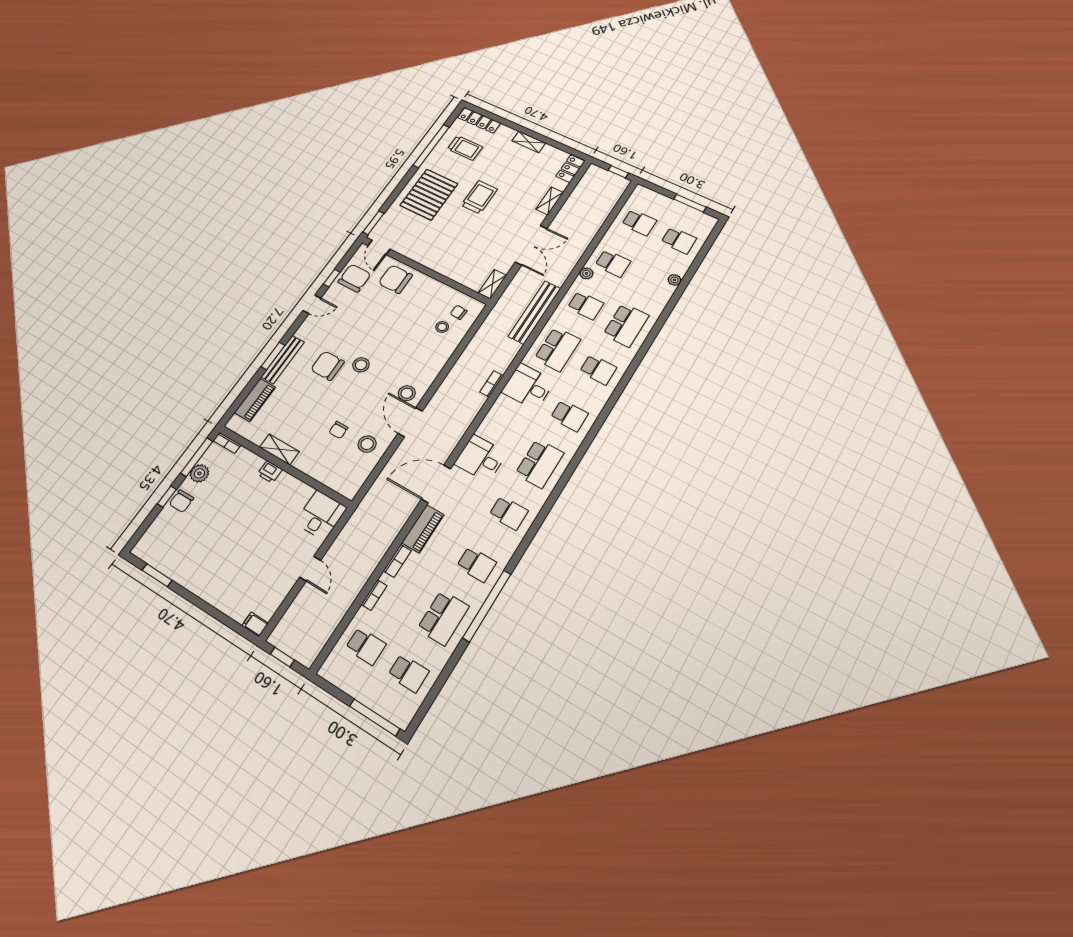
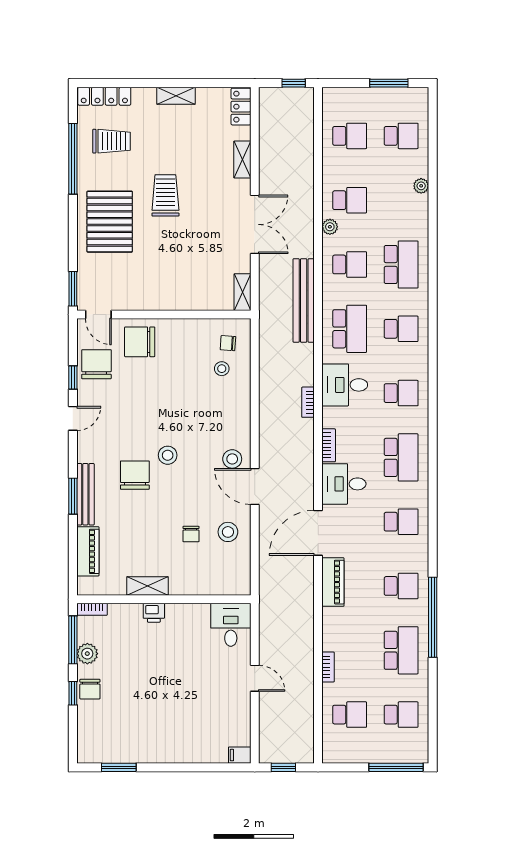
chair: (327, 366) -> (135, 475), turned 90
bookcase: (397, 561) -> (329, 445), moved

